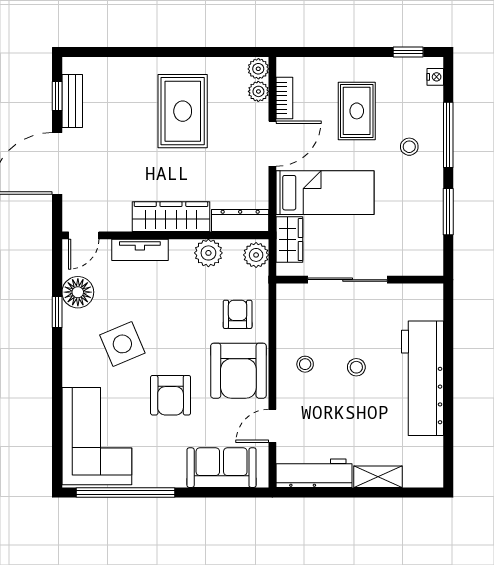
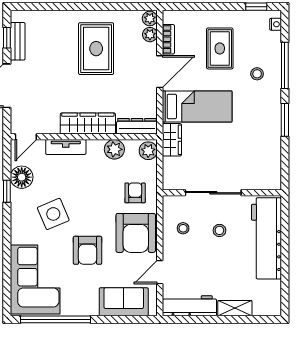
sliding door: (348, 280) -> (213, 193), moved
wall: (360, 280) -> (222, 193), moved

